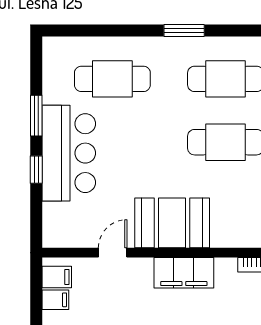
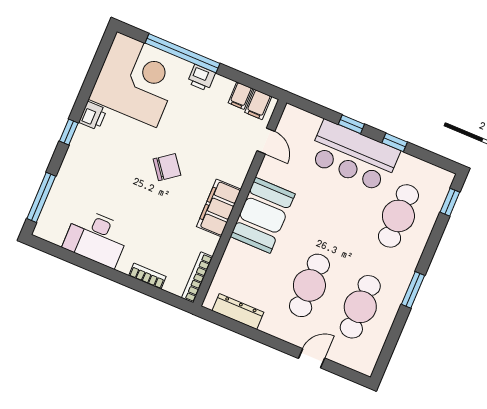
window: (75, 31) -> (450, 202), added
window: (36, 116) -> (395, 142), width x0.67
door: (113, 253) -> (266, 141), moved

